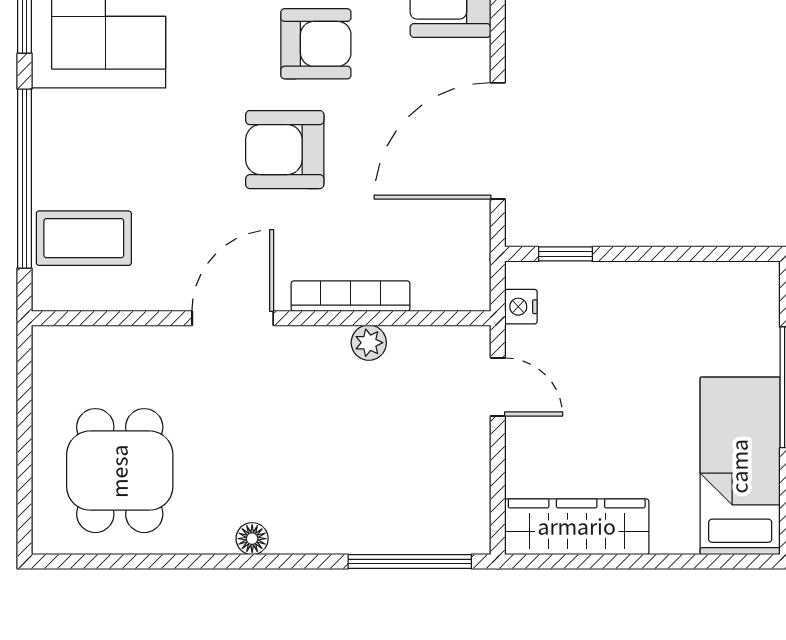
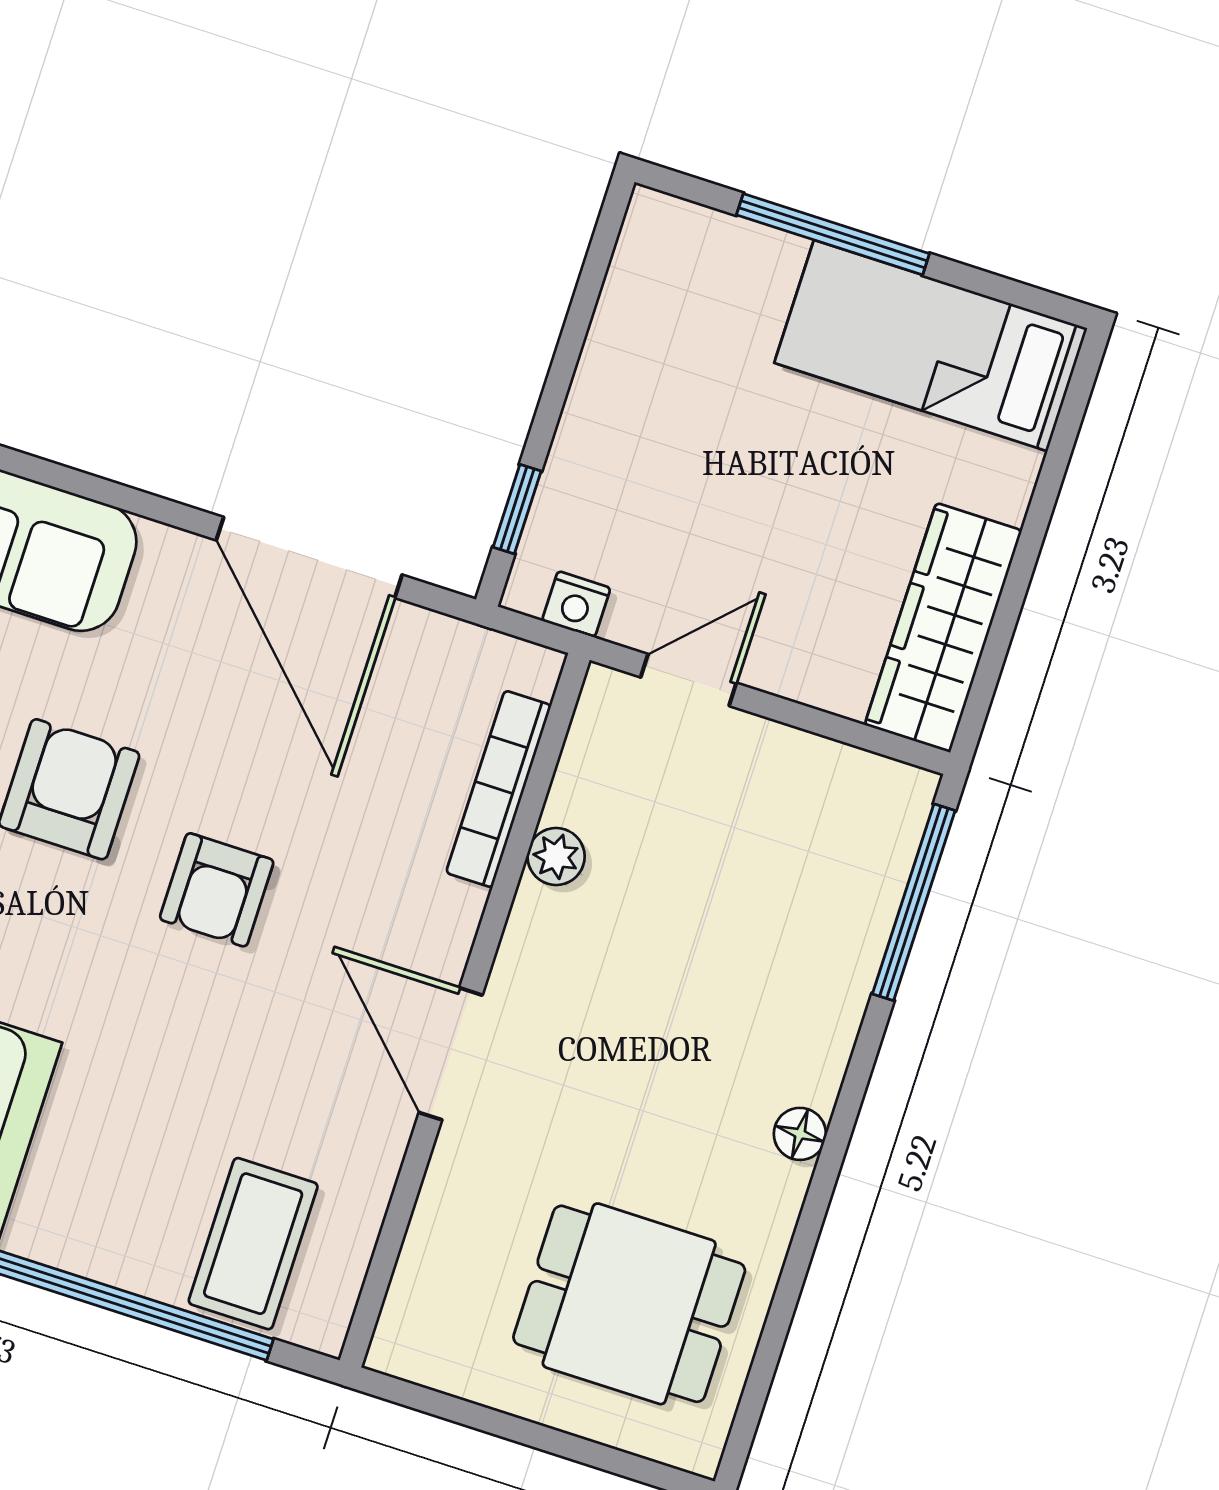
armchair: (285, 150) -> (217, 890), width x0.72, depth x0.72
bookcase: (350, 296) -> (499, 789), moved

